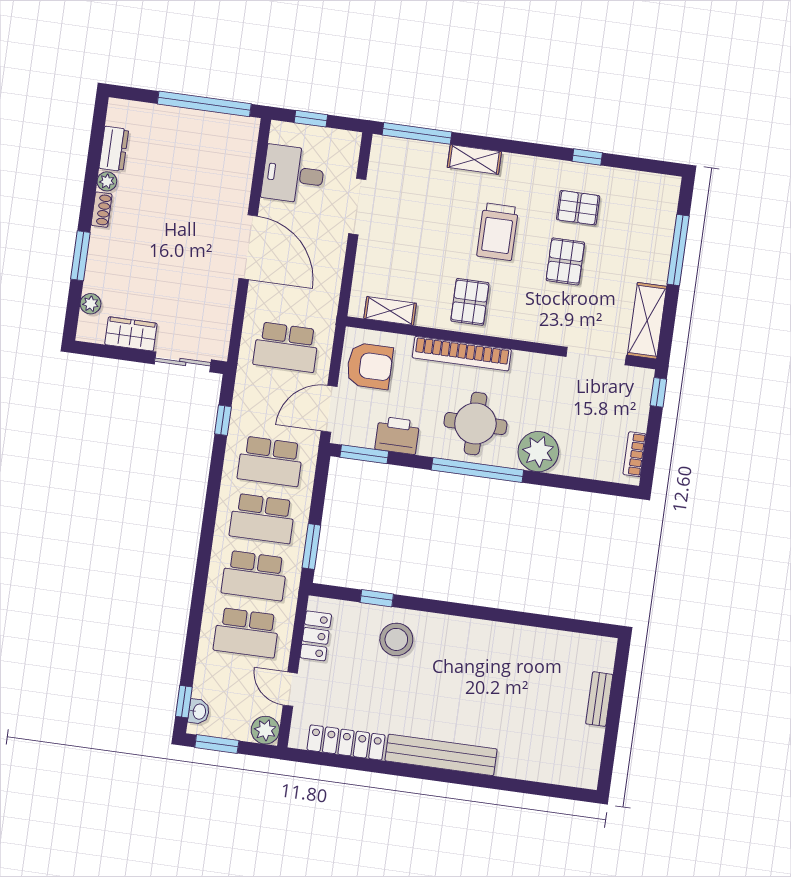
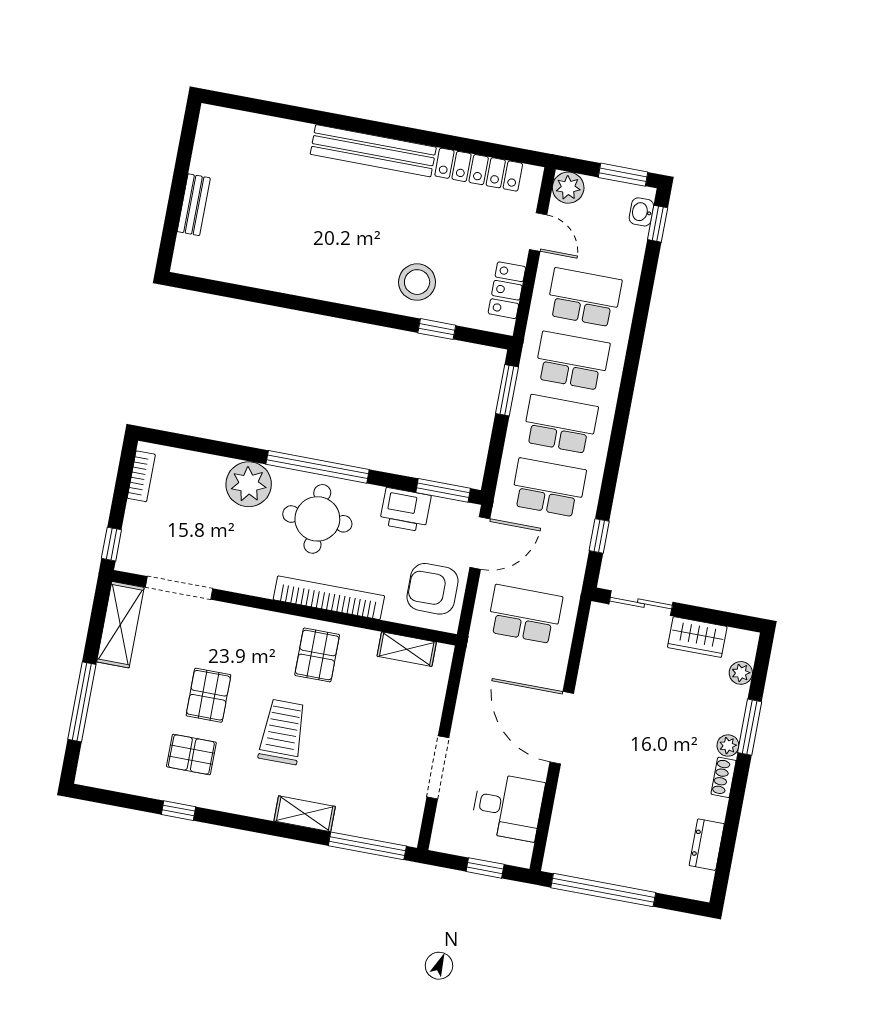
plant: (107, 181) -> (728, 746), moved

